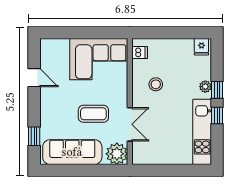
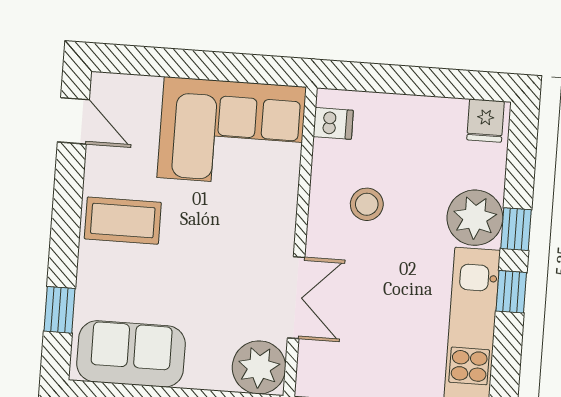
door: (34, 78) -> (73, 121), moved
plant: (205, 87) -> (475, 218), width x1.88, depth x1.88
coffee table: (93, 114) -> (123, 221), moved
sofa: (72, 152) -> (131, 354), width x0.73

